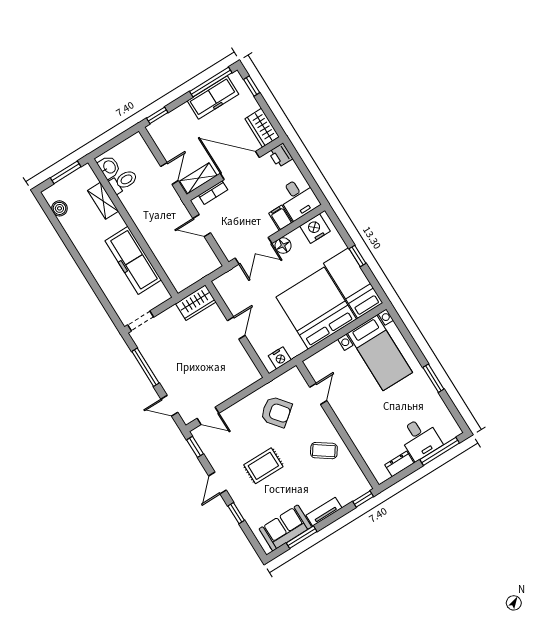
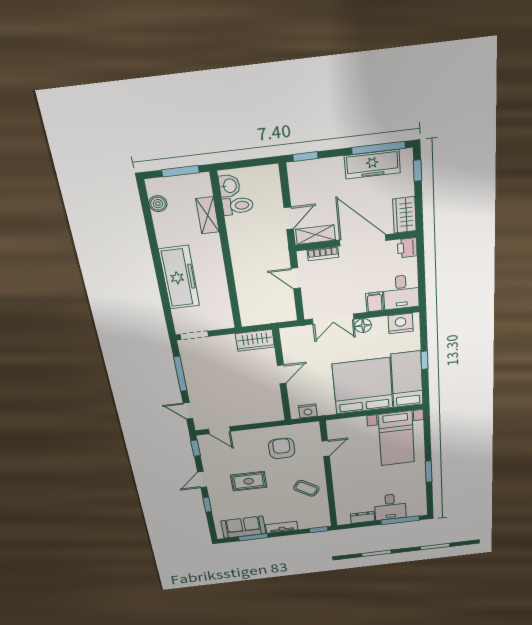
freezer: (133, 260) -> (179, 278), moved, turned 180
armchair: (276, 412) -> (282, 448), turned -141

